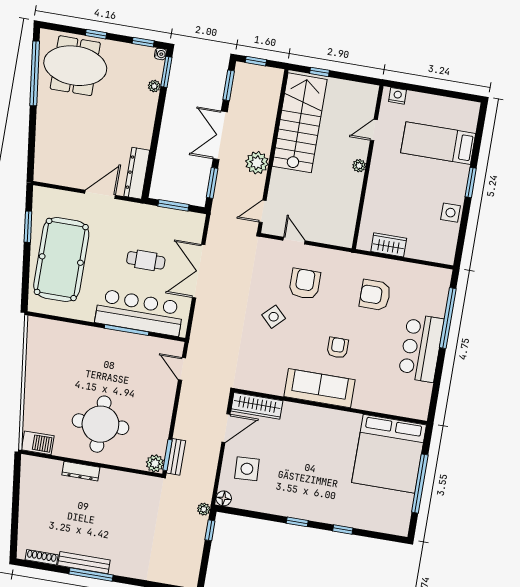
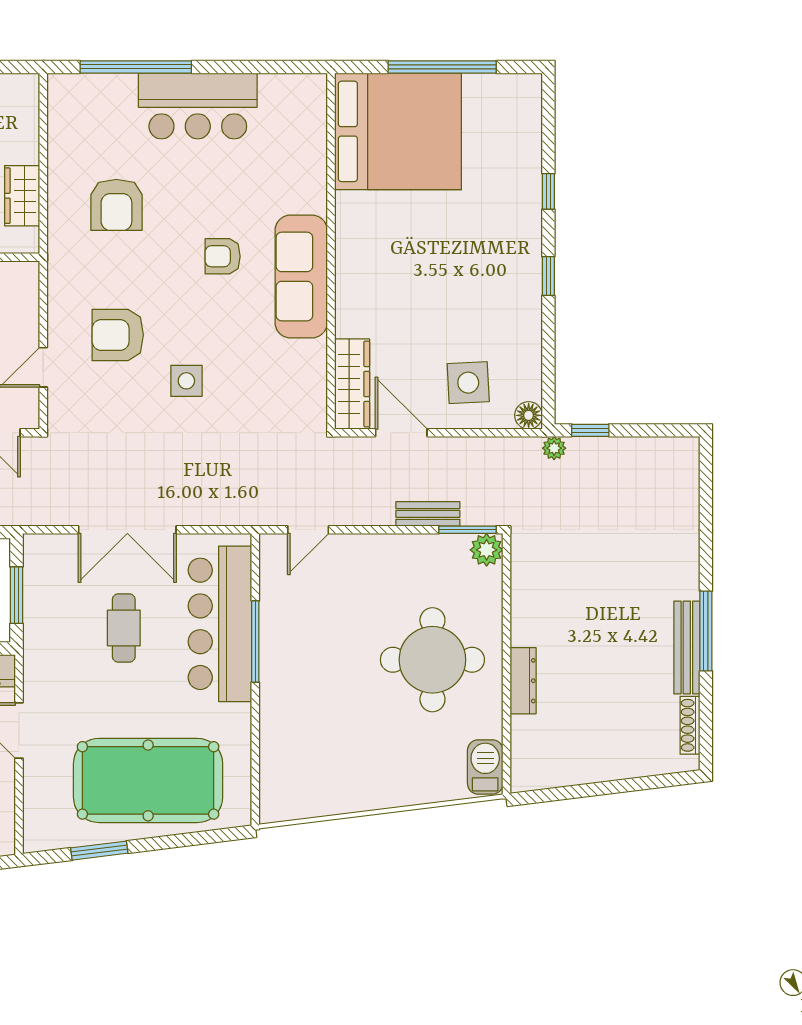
side table: (274, 317) -> (186, 381), turned 45
bench: (176, 457) -> (428, 514), moved

